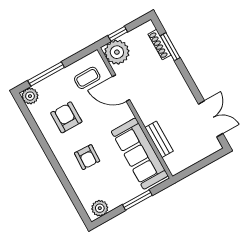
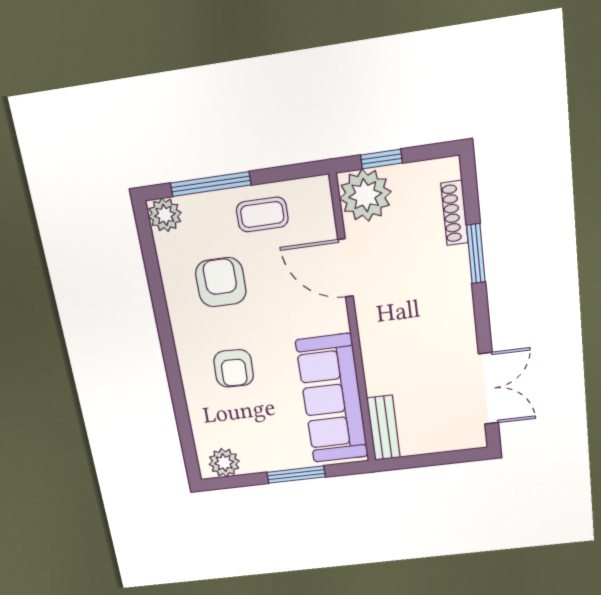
window: (170, 47) -> (476, 254), moved
coffee table: (87, 78) -> (262, 214), moved
bench: (159, 139) -> (383, 428), moved

